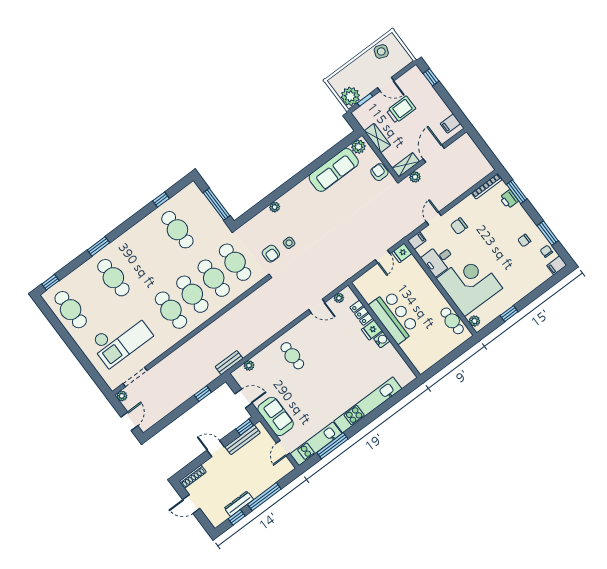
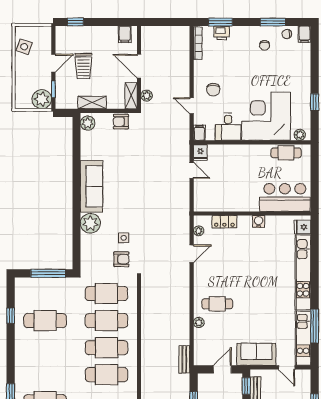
trolley: (401, 110) -> (83, 66), turned 180
sofa: (334, 170) -> (91, 186), moved
plant: (275, 207) -> (90, 223), width x1.88, depth x1.88
bar counter: (394, 317) -> (285, 197), moved
fridge: (372, 330) -> (302, 227), moved, turned 90
plant: (249, 366) -> (199, 322), moved

